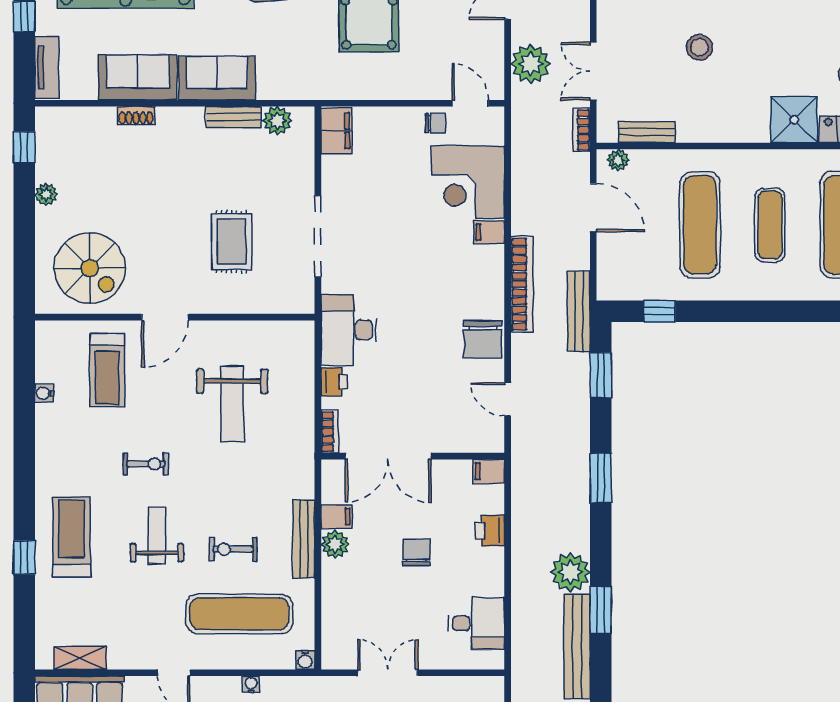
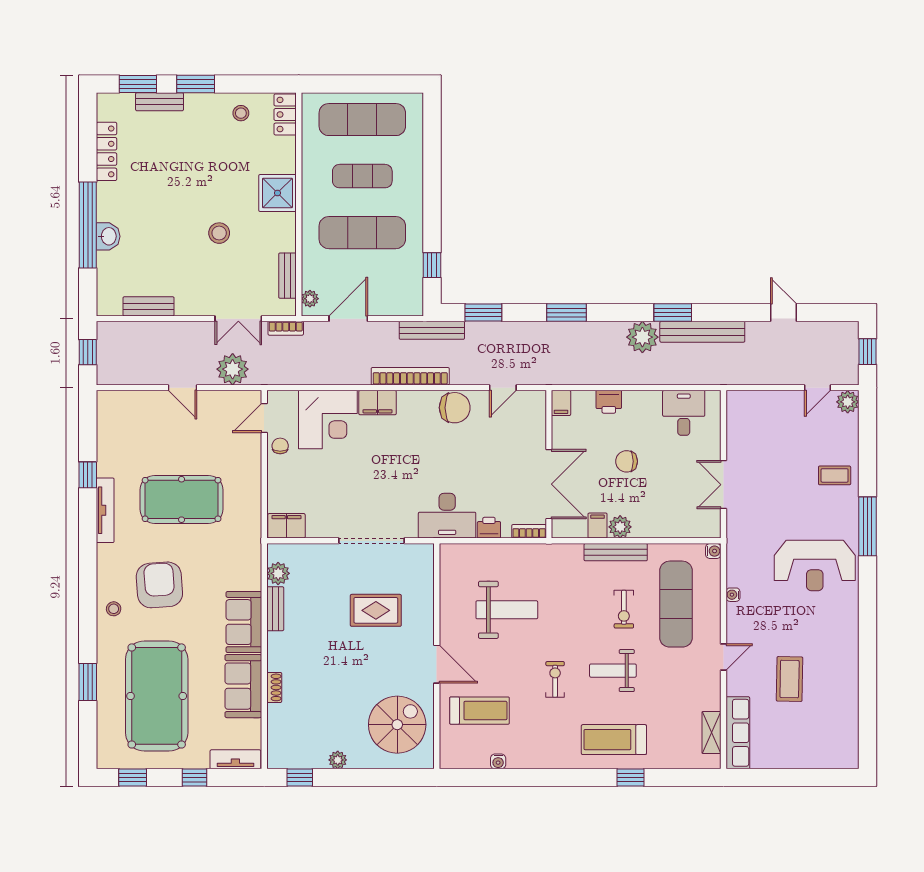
shower: (794, 120) -> (277, 193), moved
filing cabinet: (489, 232) -> (378, 403), width x2.00

